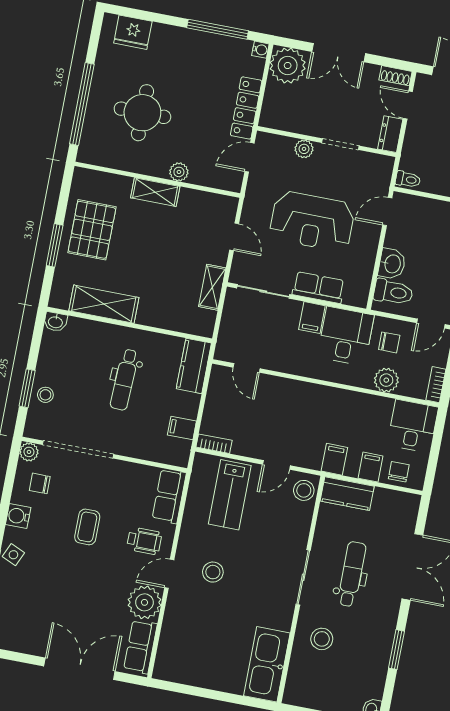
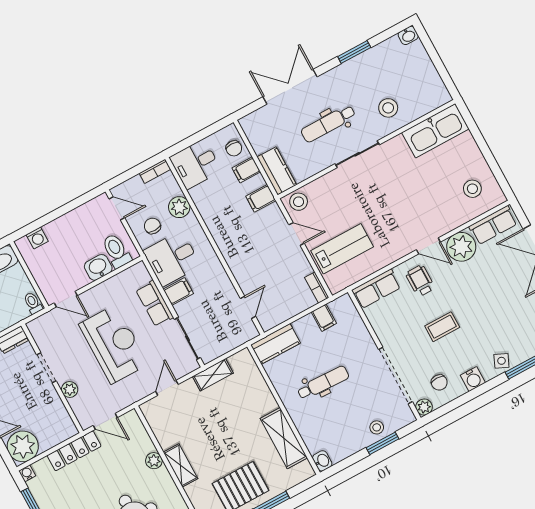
chair: (399, 472) -> (234, 148), turned -90
stool: (213, 572) -> (472, 189), moved

